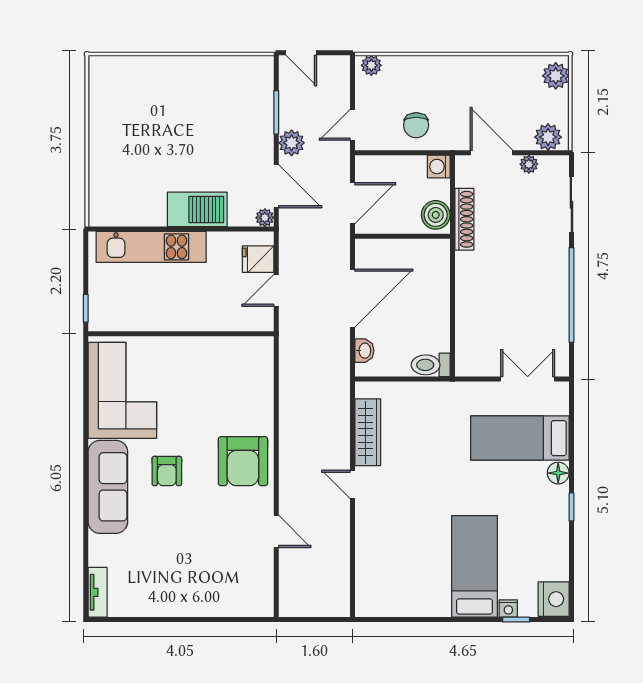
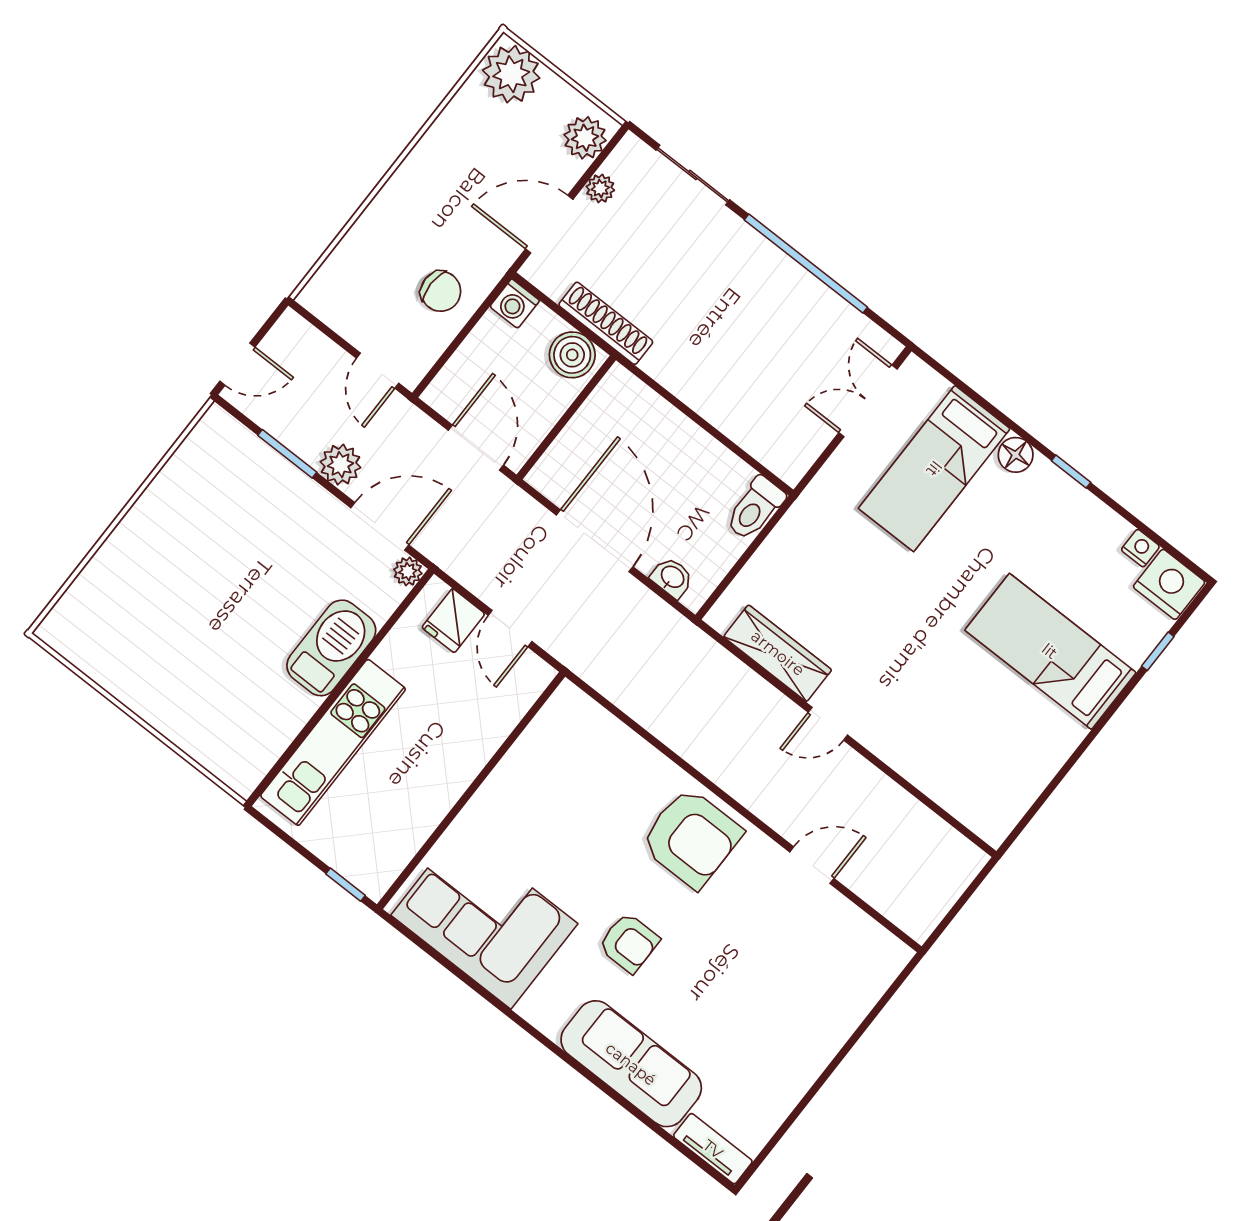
plant: (371, 65) -> (322, 289), removed
plant: (556, 76) -> (511, 74), width x1.36, depth x1.36
sofa: (108, 487) -> (631, 1064), moved
nightstand: (508, 609) -> (1140, 548), moved, turned -90

